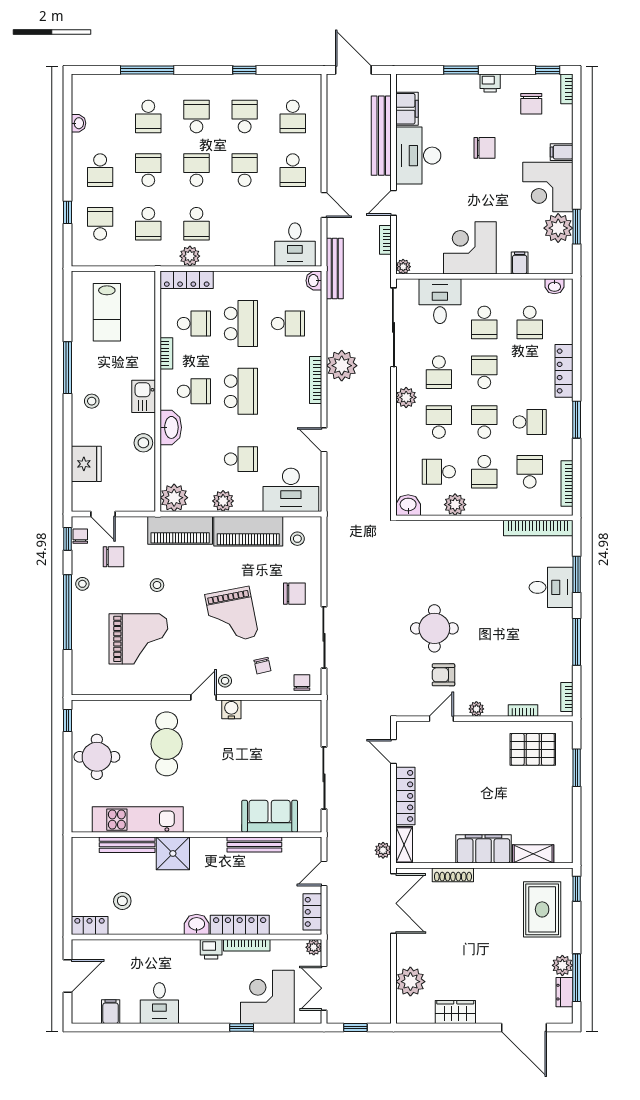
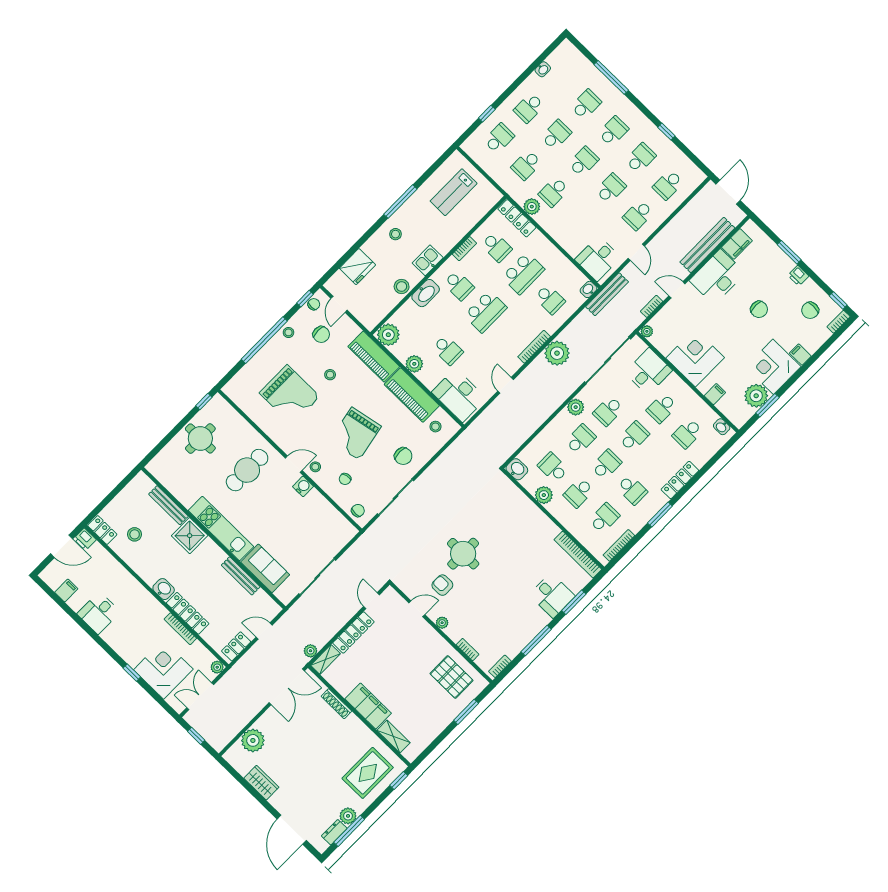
school desk: (148, 116) -> (586, 104), turned 180
kitchen unit: (138, 820) -> (221, 529), moved
printer: (211, 949) -> (85, 539), moved

